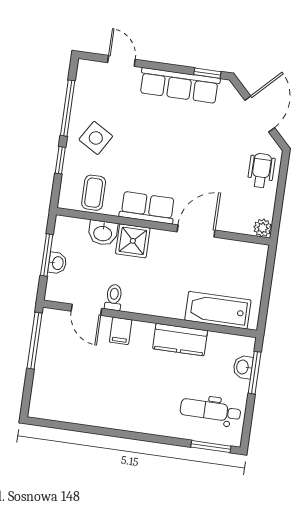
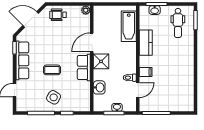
coffee table: (94, 193) -> (52, 70), moved
door: (196, 231) -> (92, 42), hinge flipped
shower: (133, 241) -> (101, 61), moved

